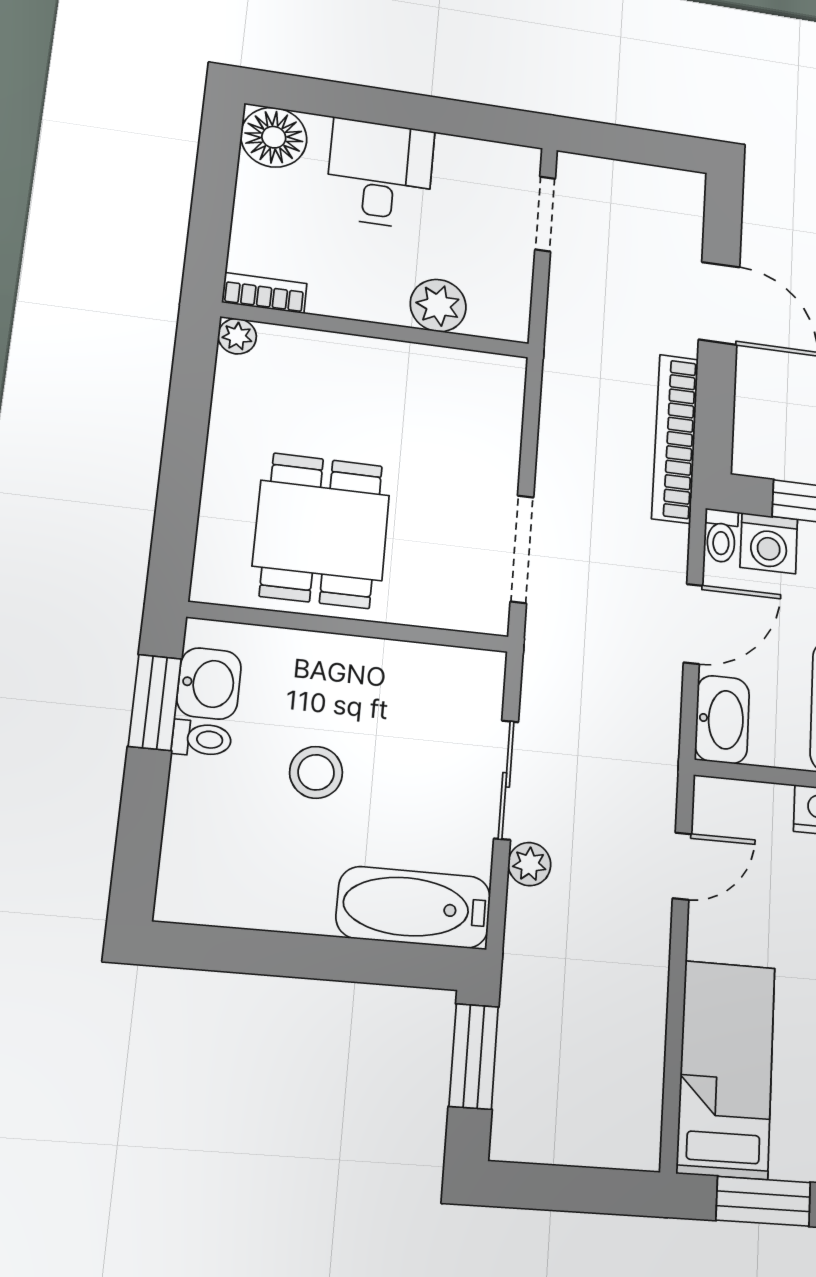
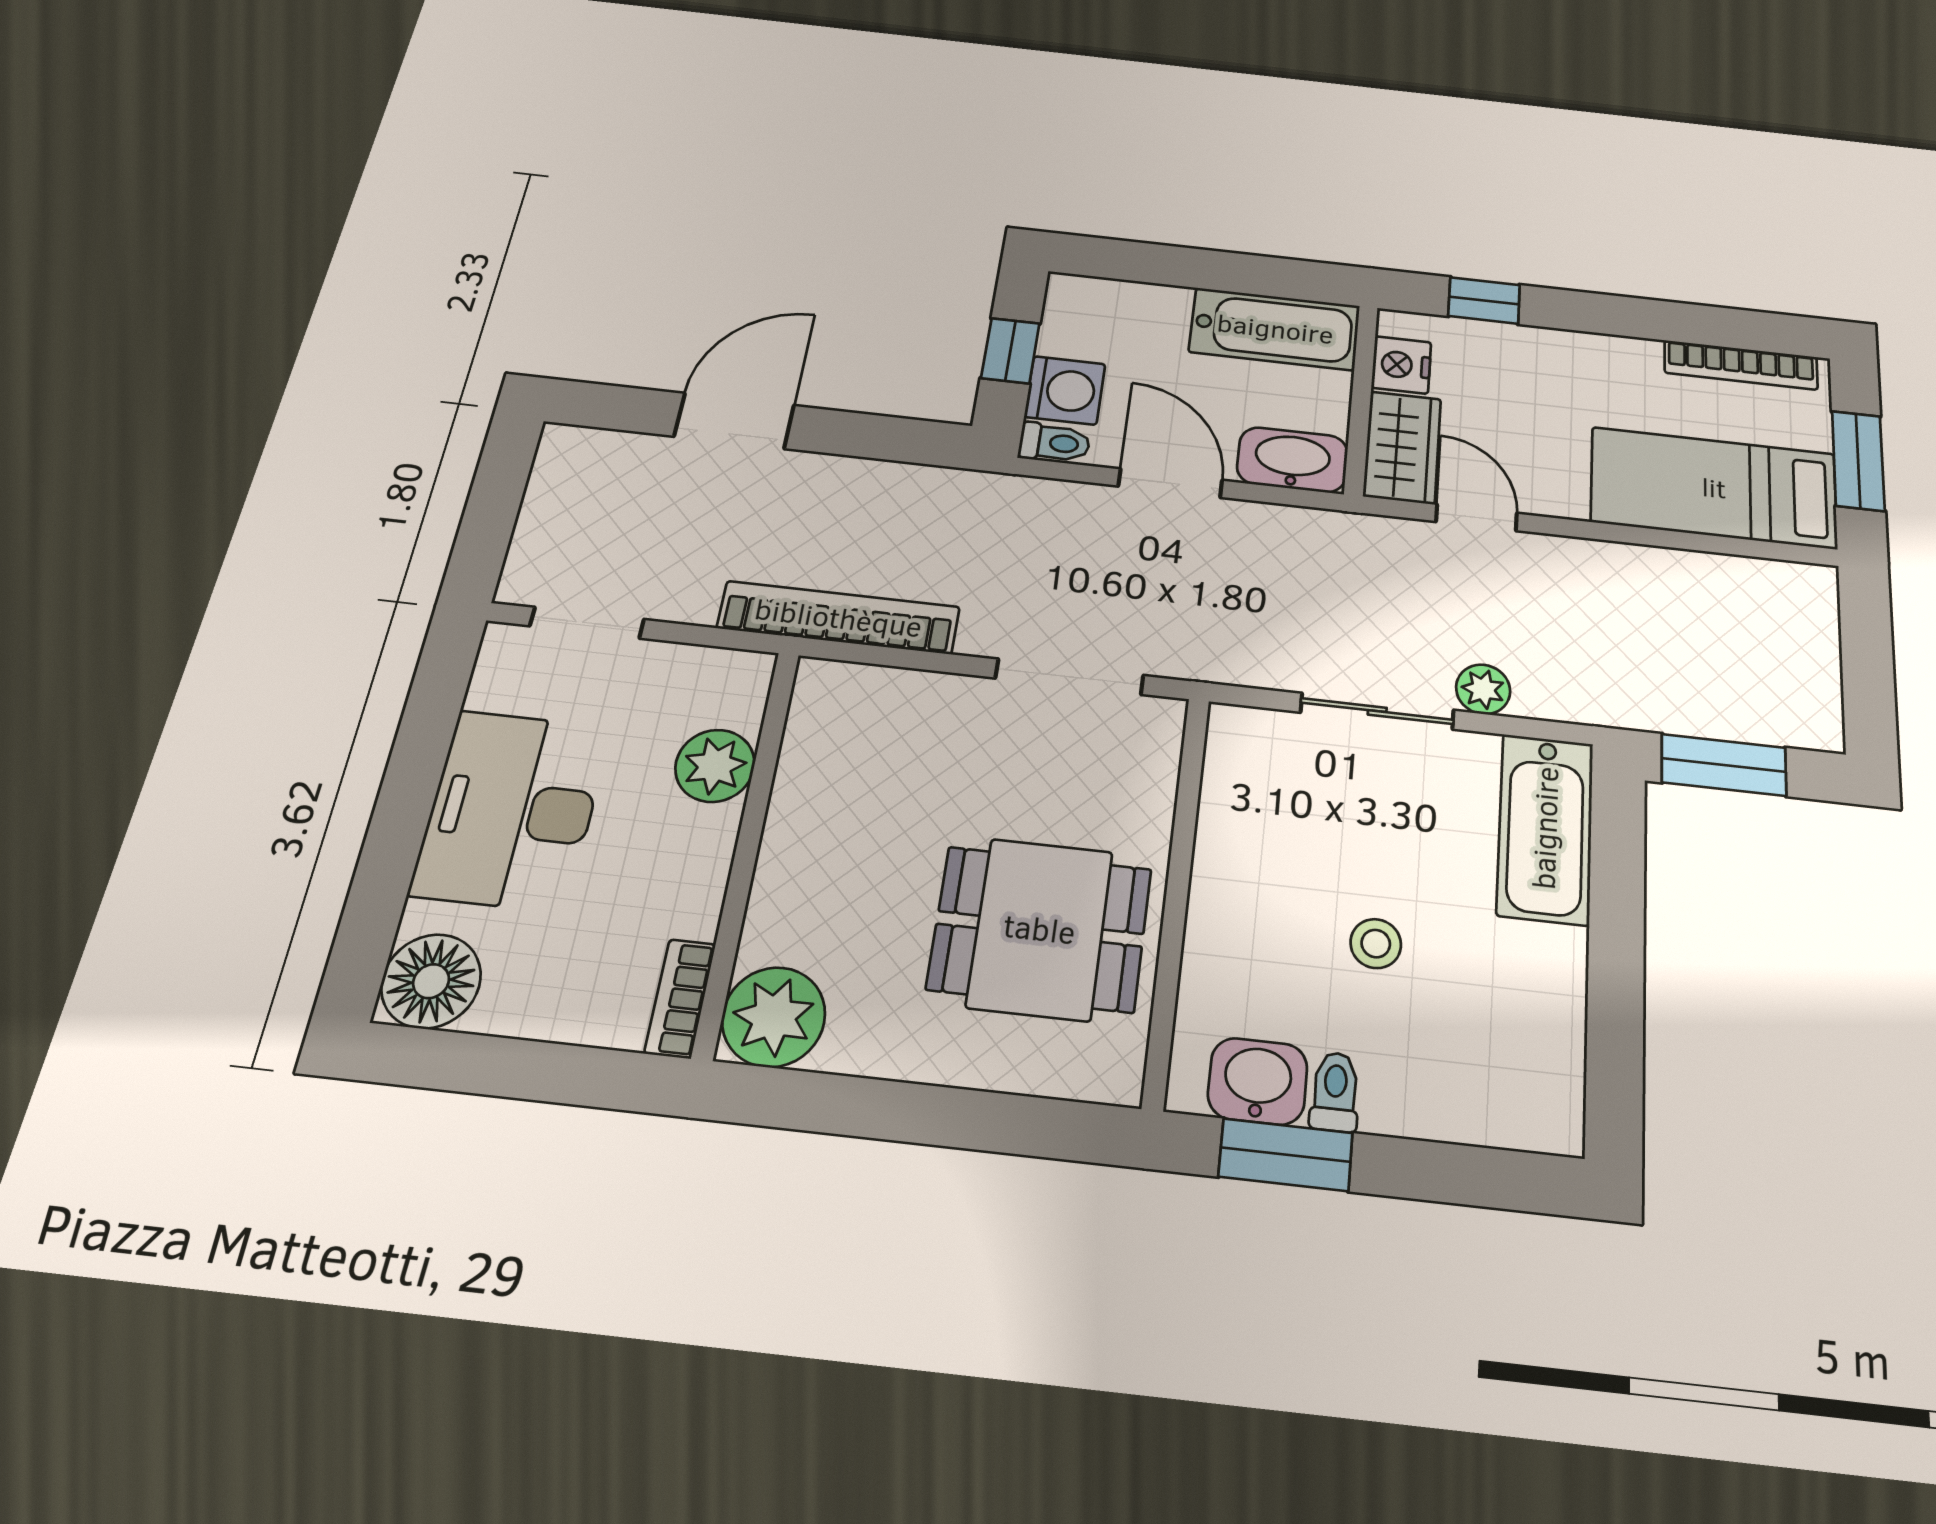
desk: (380, 174) -> (512, 810), width x1.37
plant: (237, 336) -> (774, 1017), width x1.88, depth x1.88
bookcase: (675, 438) -> (839, 618), moved, turned 180
stool: (316, 772) -> (1376, 944), width x0.73, depth x0.73
wardrobe: (741, 808) -> (1402, 447), added

